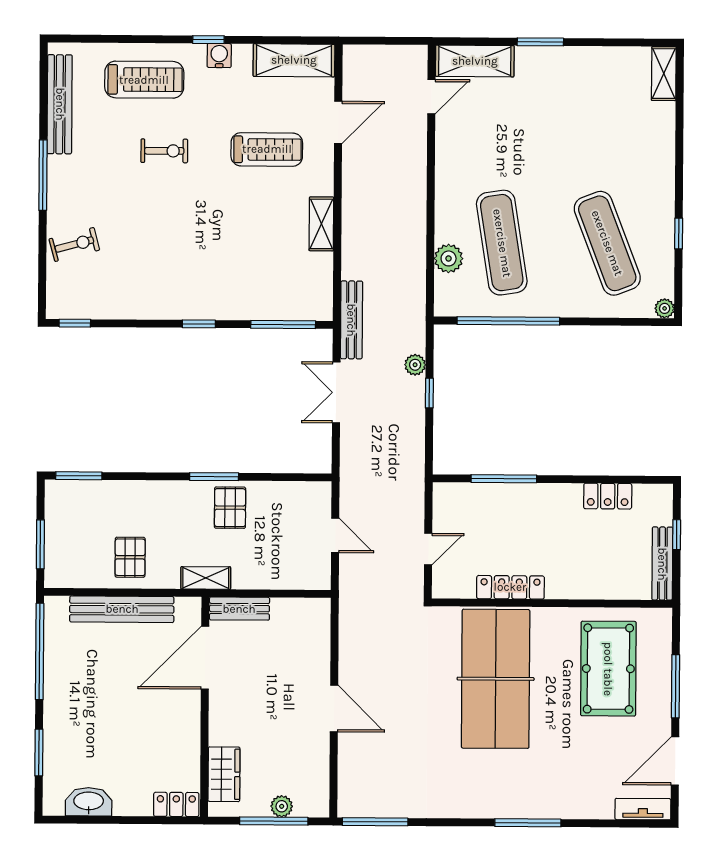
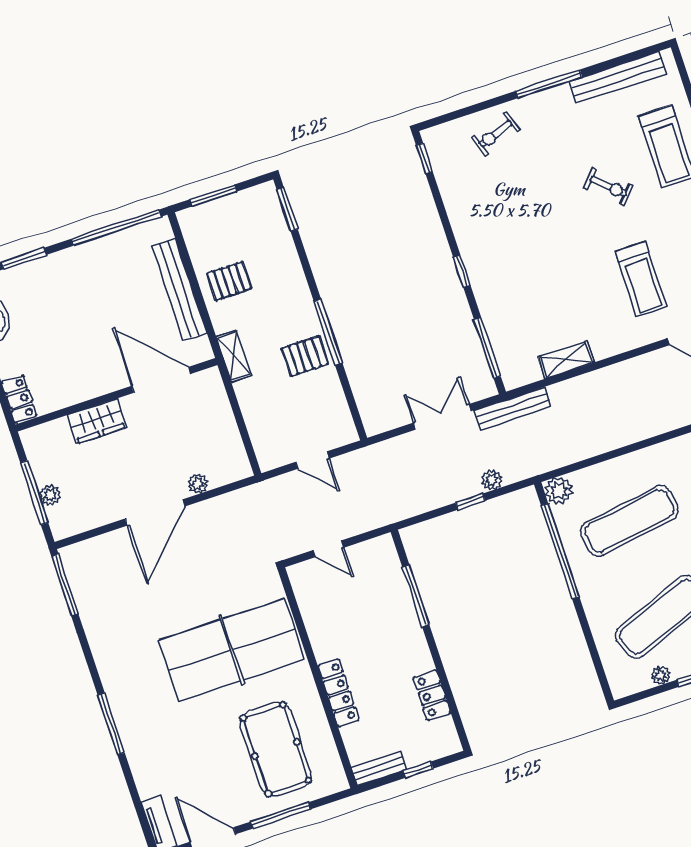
exercise bike: (164, 151) -> (608, 186), turned -48
shelving: (321, 224) -> (566, 360), moved
exercise bike: (74, 244) -> (496, 134), turned 86
plant: (449, 258) -> (559, 491), moved
plant: (665, 308) -> (661, 675), moved
window: (214, 477) -> (328, 332), width x1.44
door: (335, 535) -> (312, 460), hinge flipped
bench: (662, 564) -> (379, 769), width x0.73
locker: (510, 587) -> (338, 693), moved
bench: (239, 609) -> (216, 396), removed
plant: (320, 656) -> (198, 484), added
pool table: (608, 669) -> (276, 749), turned 90
door: (334, 708) -> (155, 513), width x1.36
wardrobe: (224, 774) -> (97, 421), moved

